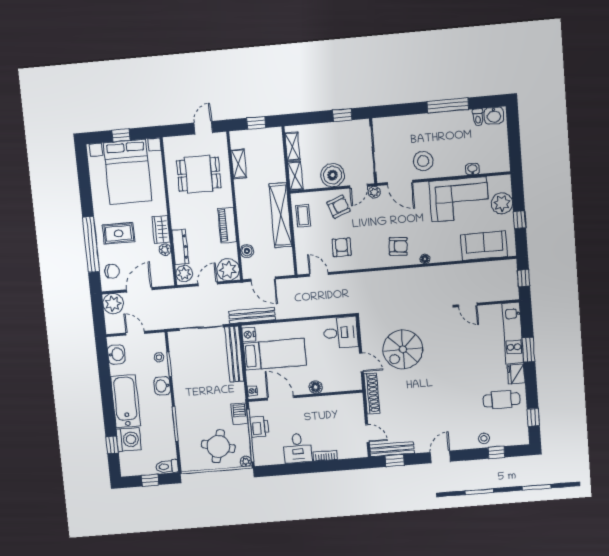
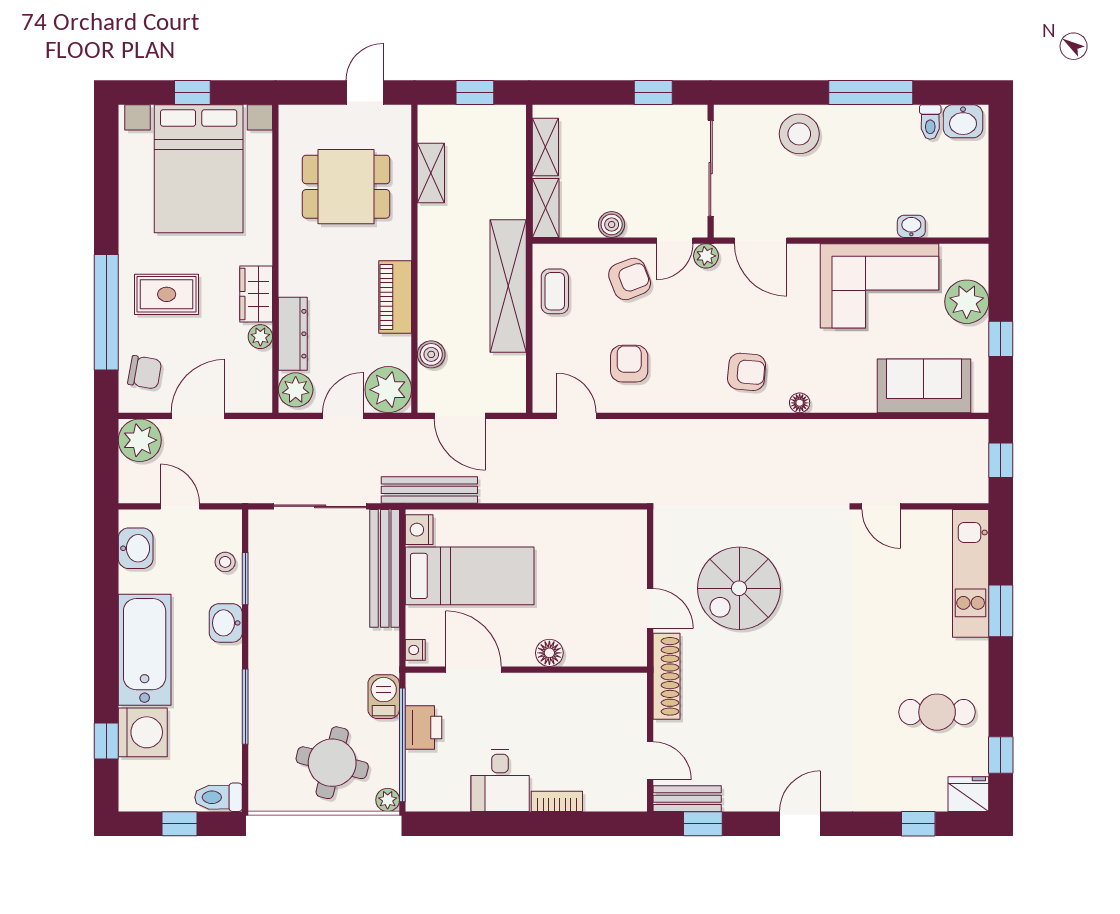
stool: (423, 161) -> (799, 134), moved
boiler: (333, 175) -> (612, 224), width x0.54, depth x0.54
desk: (341, 333) -> (612, 542), removed
fridge: (516, 374) -> (968, 794), moved, turned 90
stool: (484, 438) -> (894, 792), removed
bench: (392, 449) -> (687, 799), width x0.73

